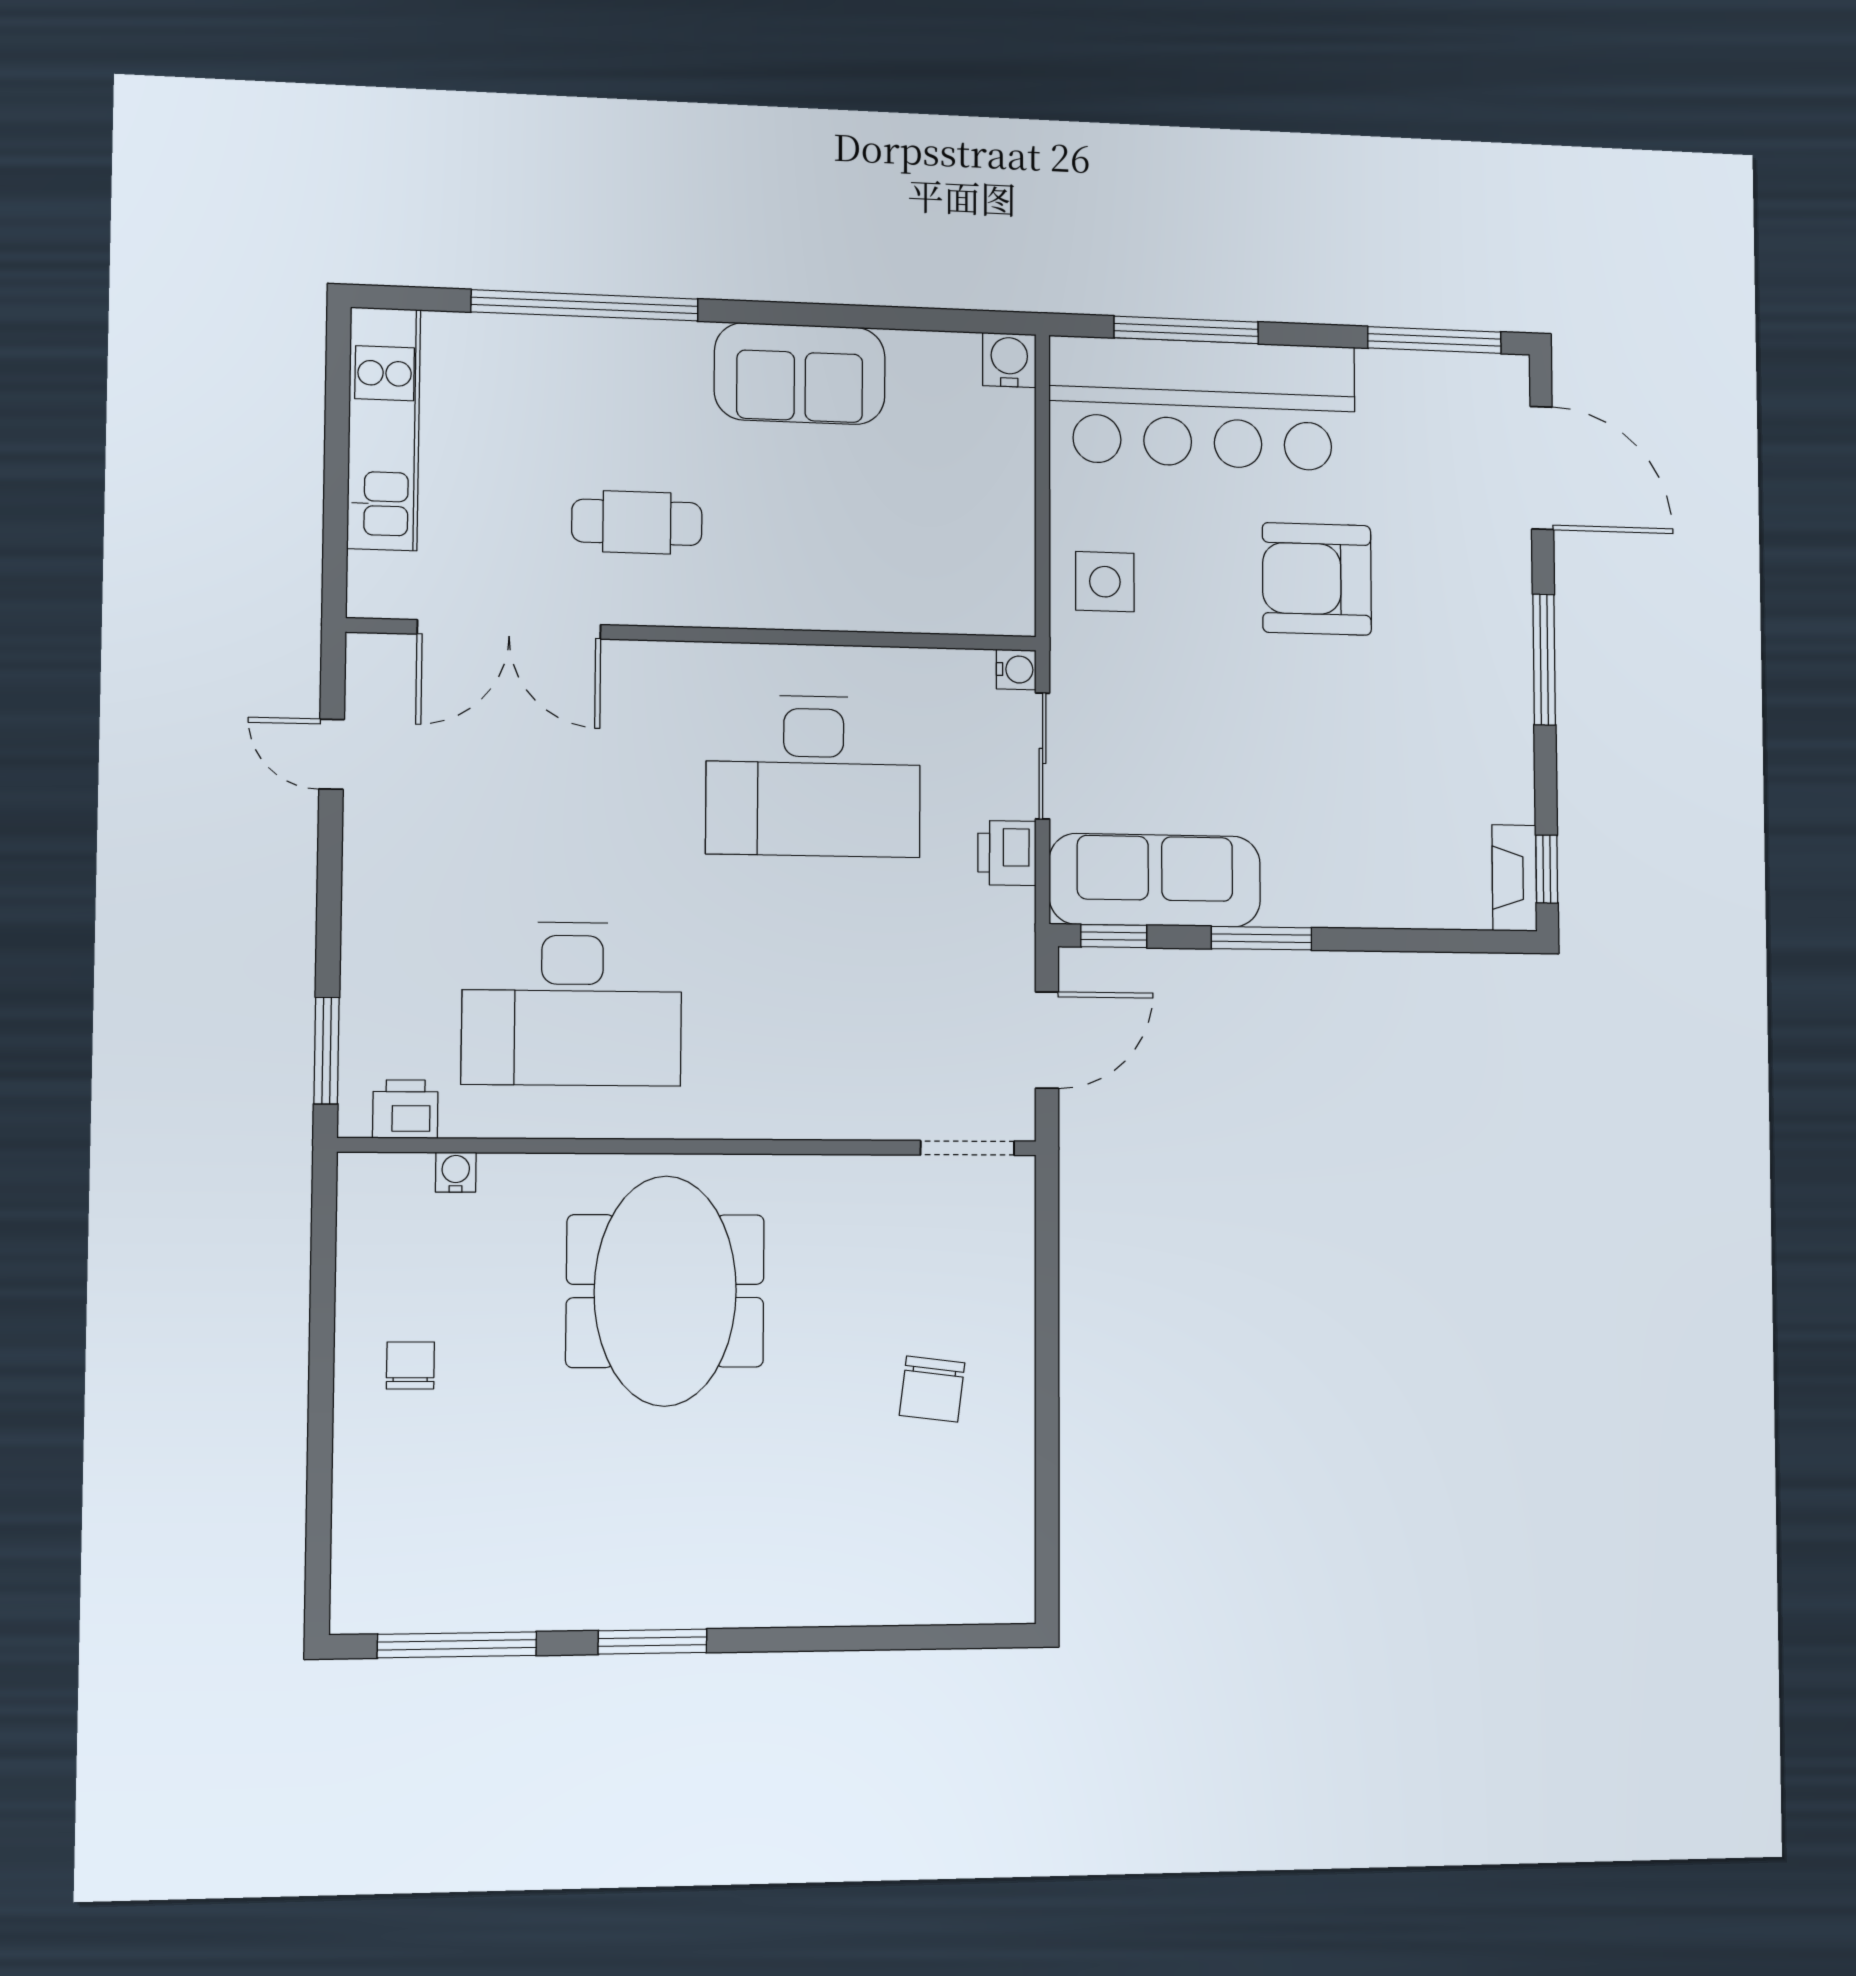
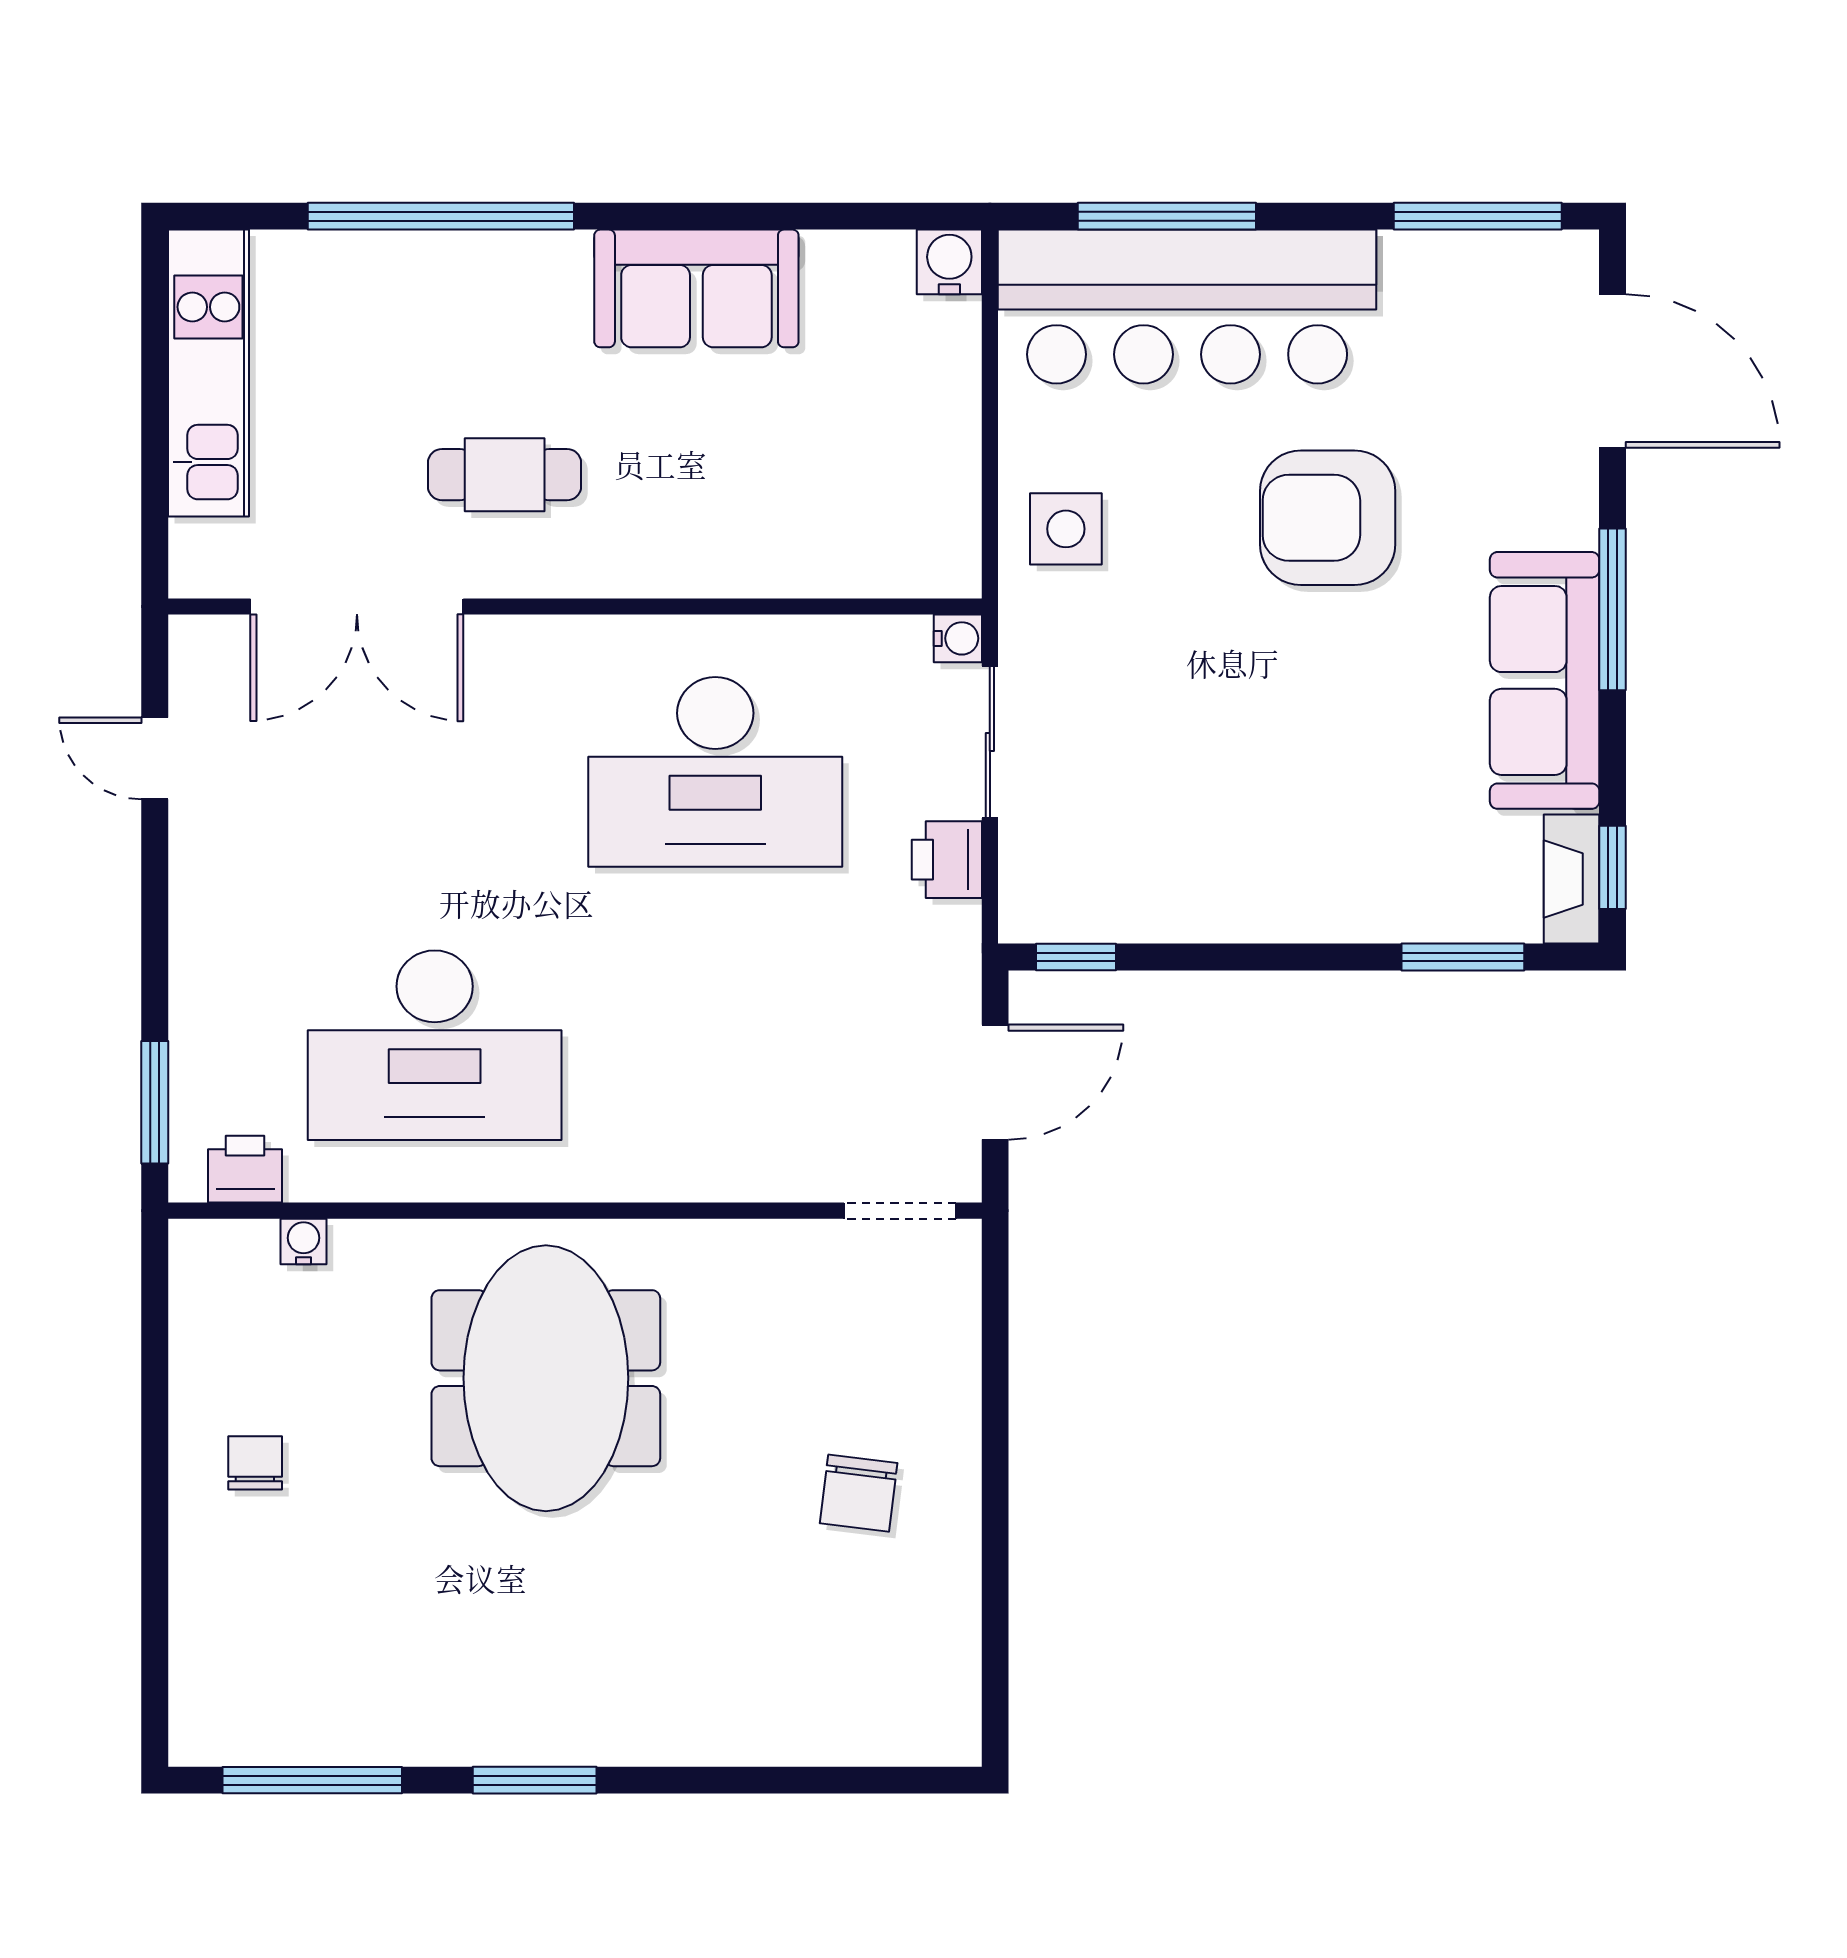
sofa: (1155, 880) -> (1545, 680), moved, turned -90
window: (1261, 938) -> (1463, 957), moved

